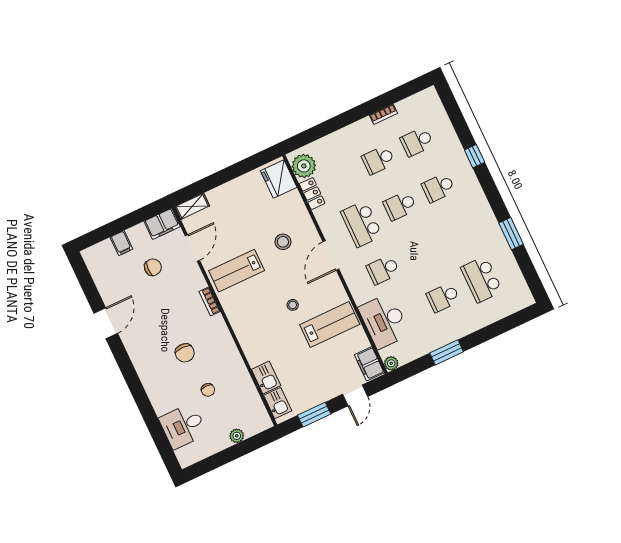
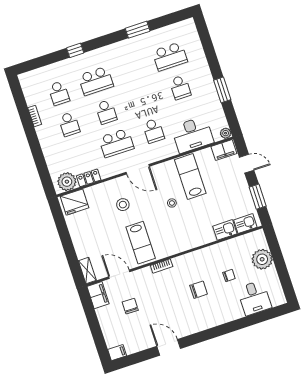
school desk: (438, 188) -> (96, 81), width x1.85
filing cabinet: (121, 243) -> (117, 353), moved
plant: (237, 436) -> (262, 259), width x1.88, depth x1.88

